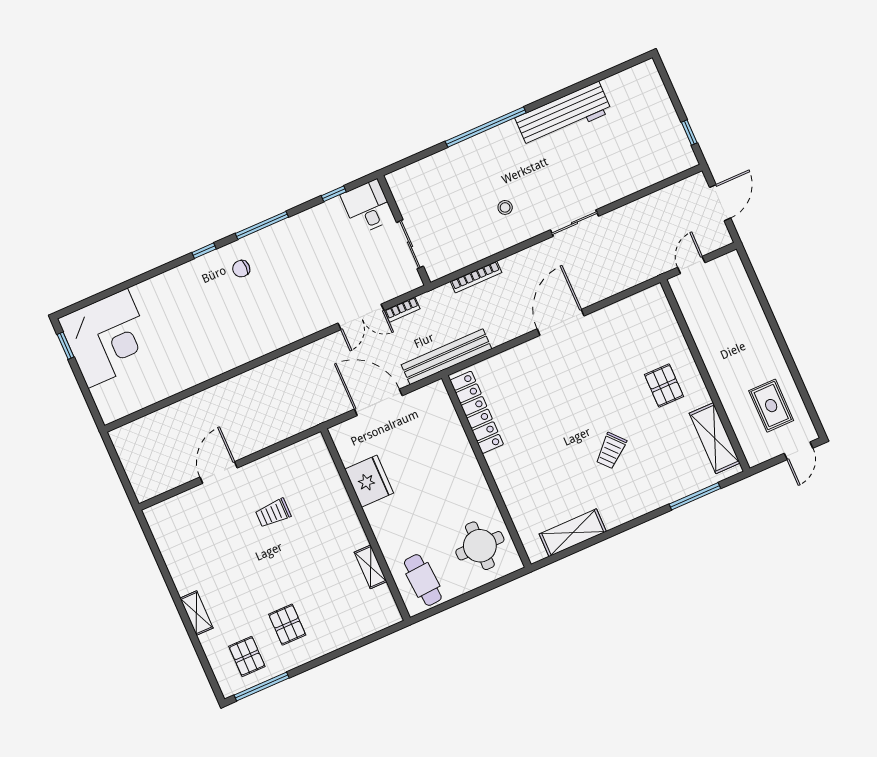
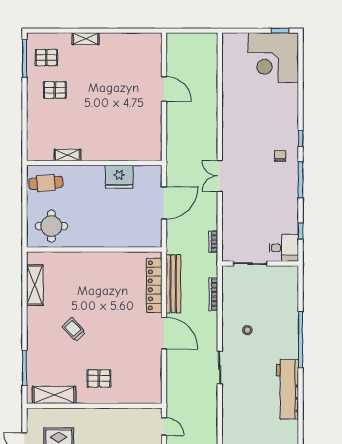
double door: (361, 317) -> (220, 176), moved
bench: (447, 357) -> (173, 284), moved
locker: (477, 412) -> (154, 285), moved, turned 90
trolley: (273, 513) -> (125, 111), removed

